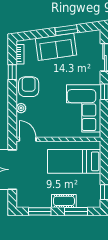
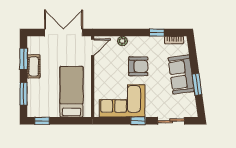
armchair: (29, 87) -> (138, 66), moved
cot: (64, 201) -> (34, 66), moved

